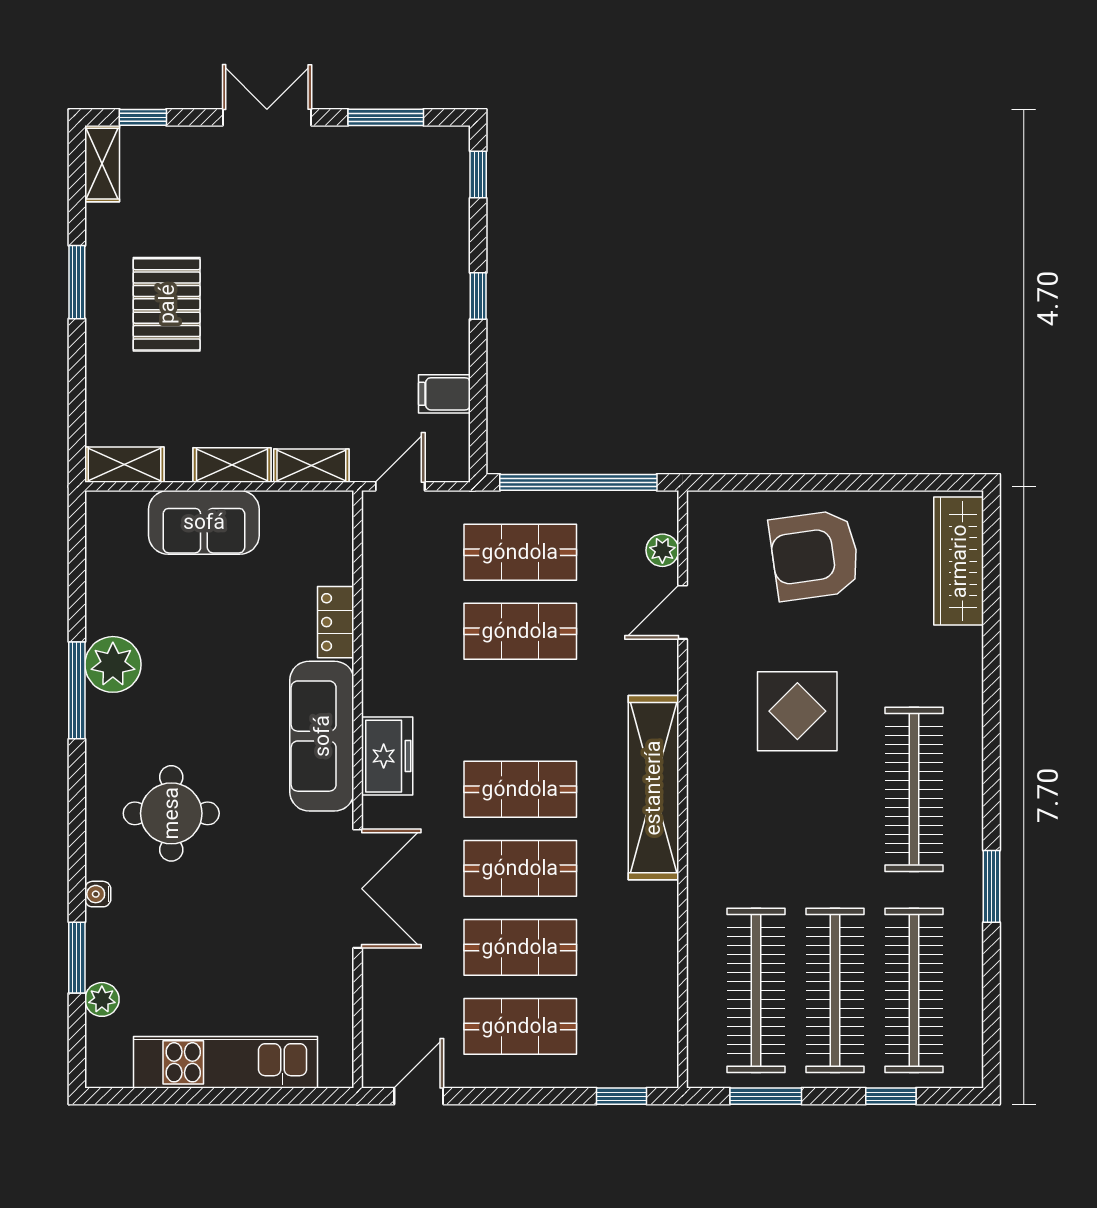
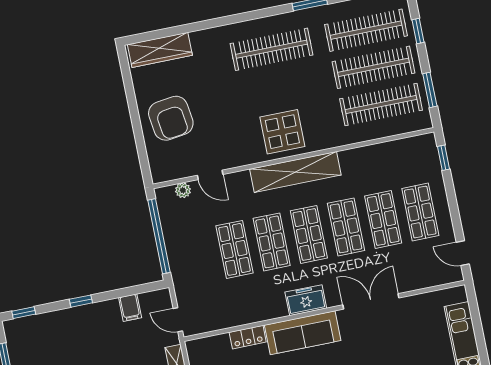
shop shelf: (520, 552) -> (272, 242), moved
display table: (797, 711) -> (282, 132), moved

